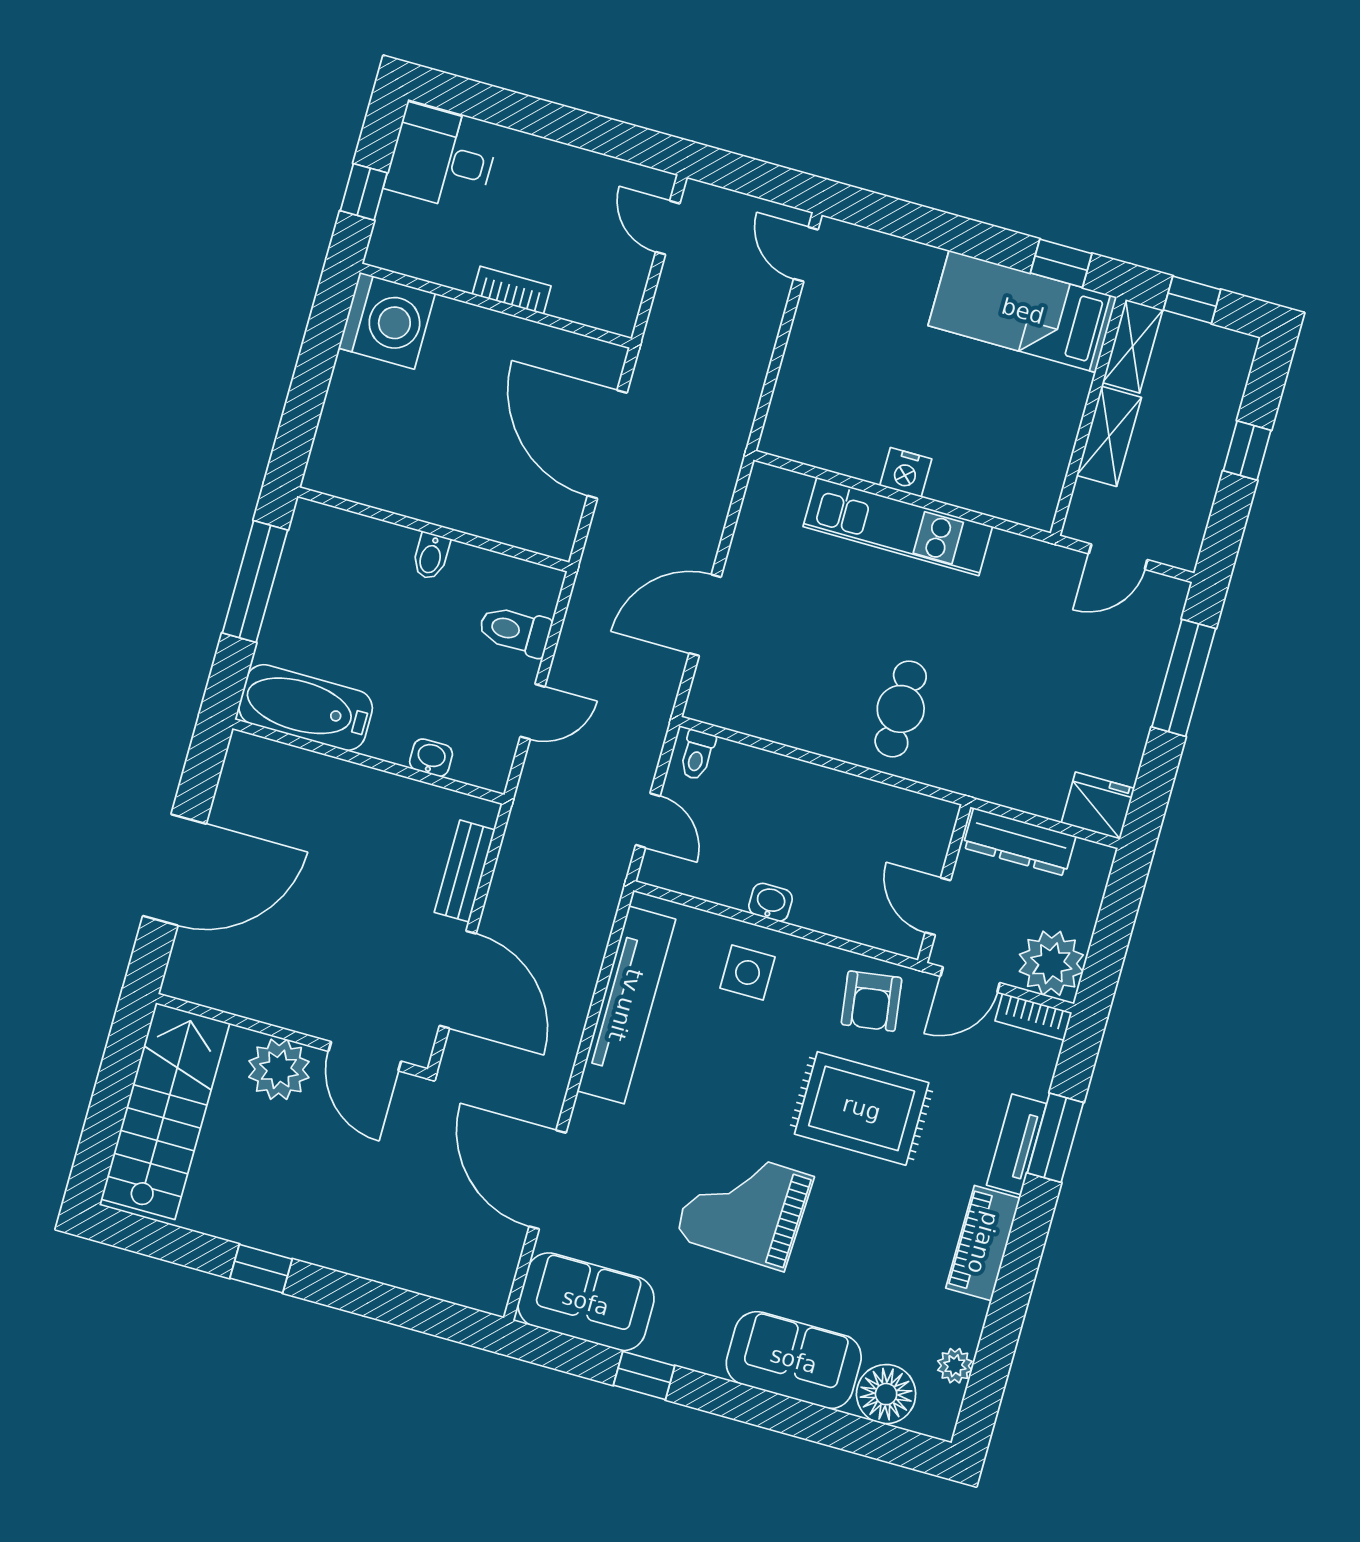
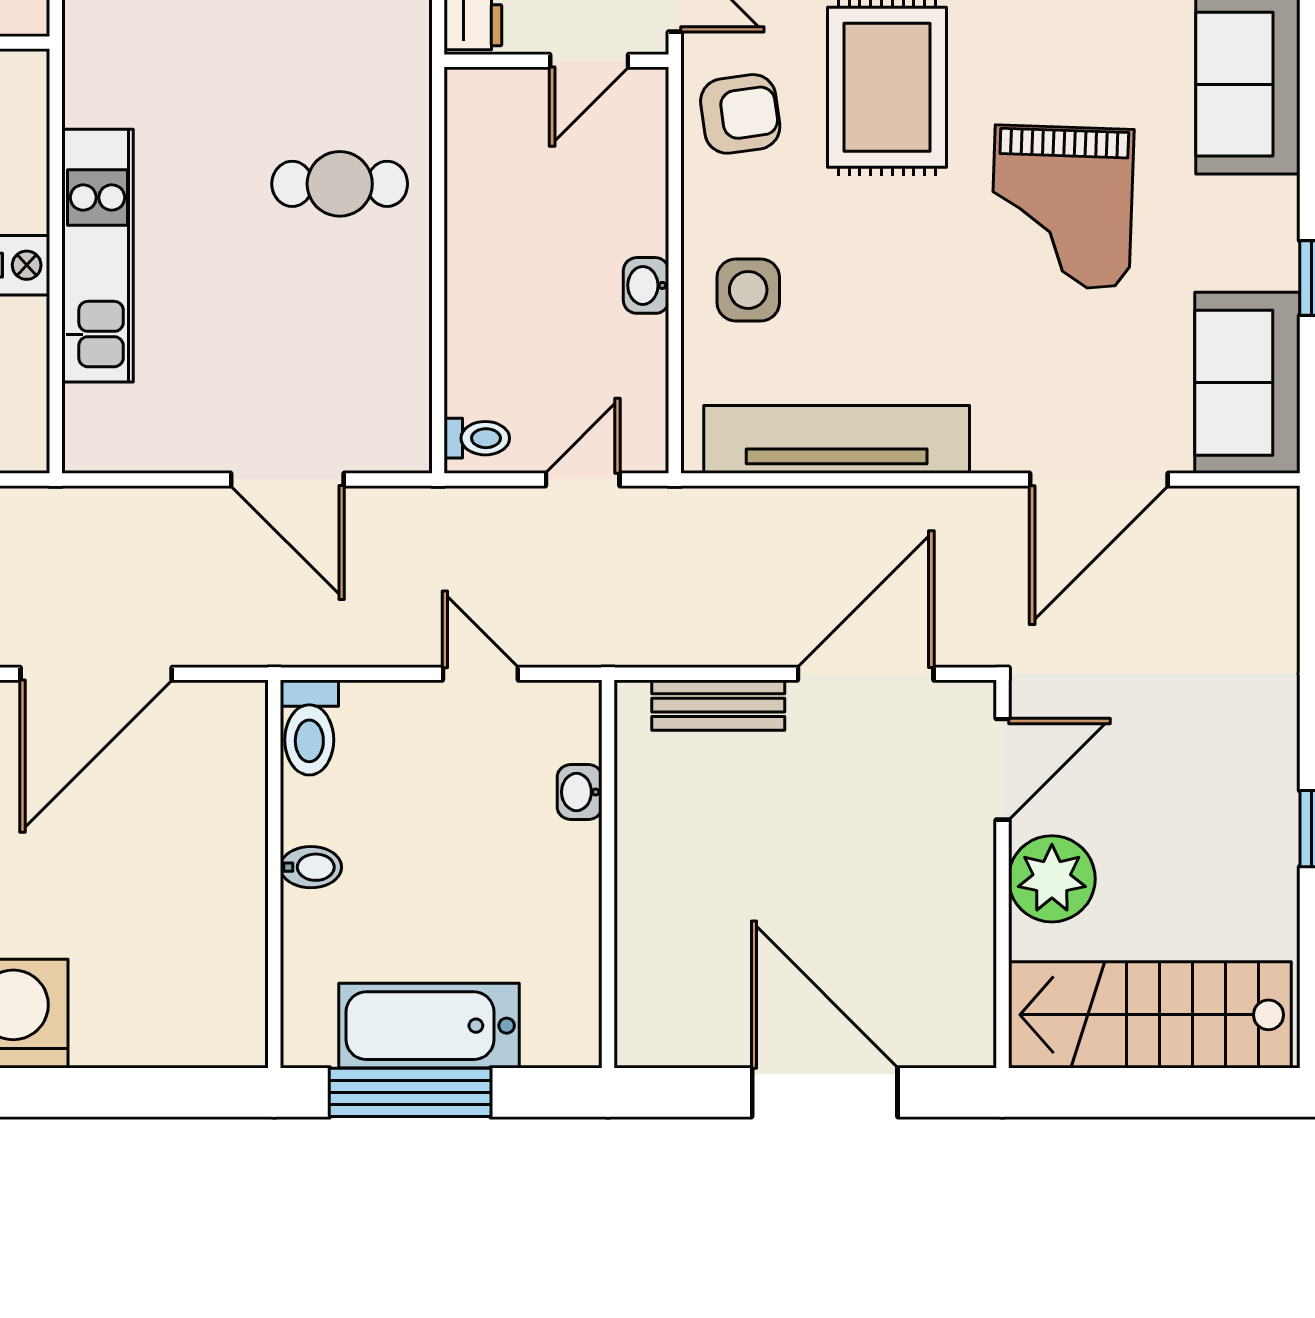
toilet: (515, 631) -> (309, 727), moved
bathtub: (306, 708) -> (429, 1026), moved, turned 90

